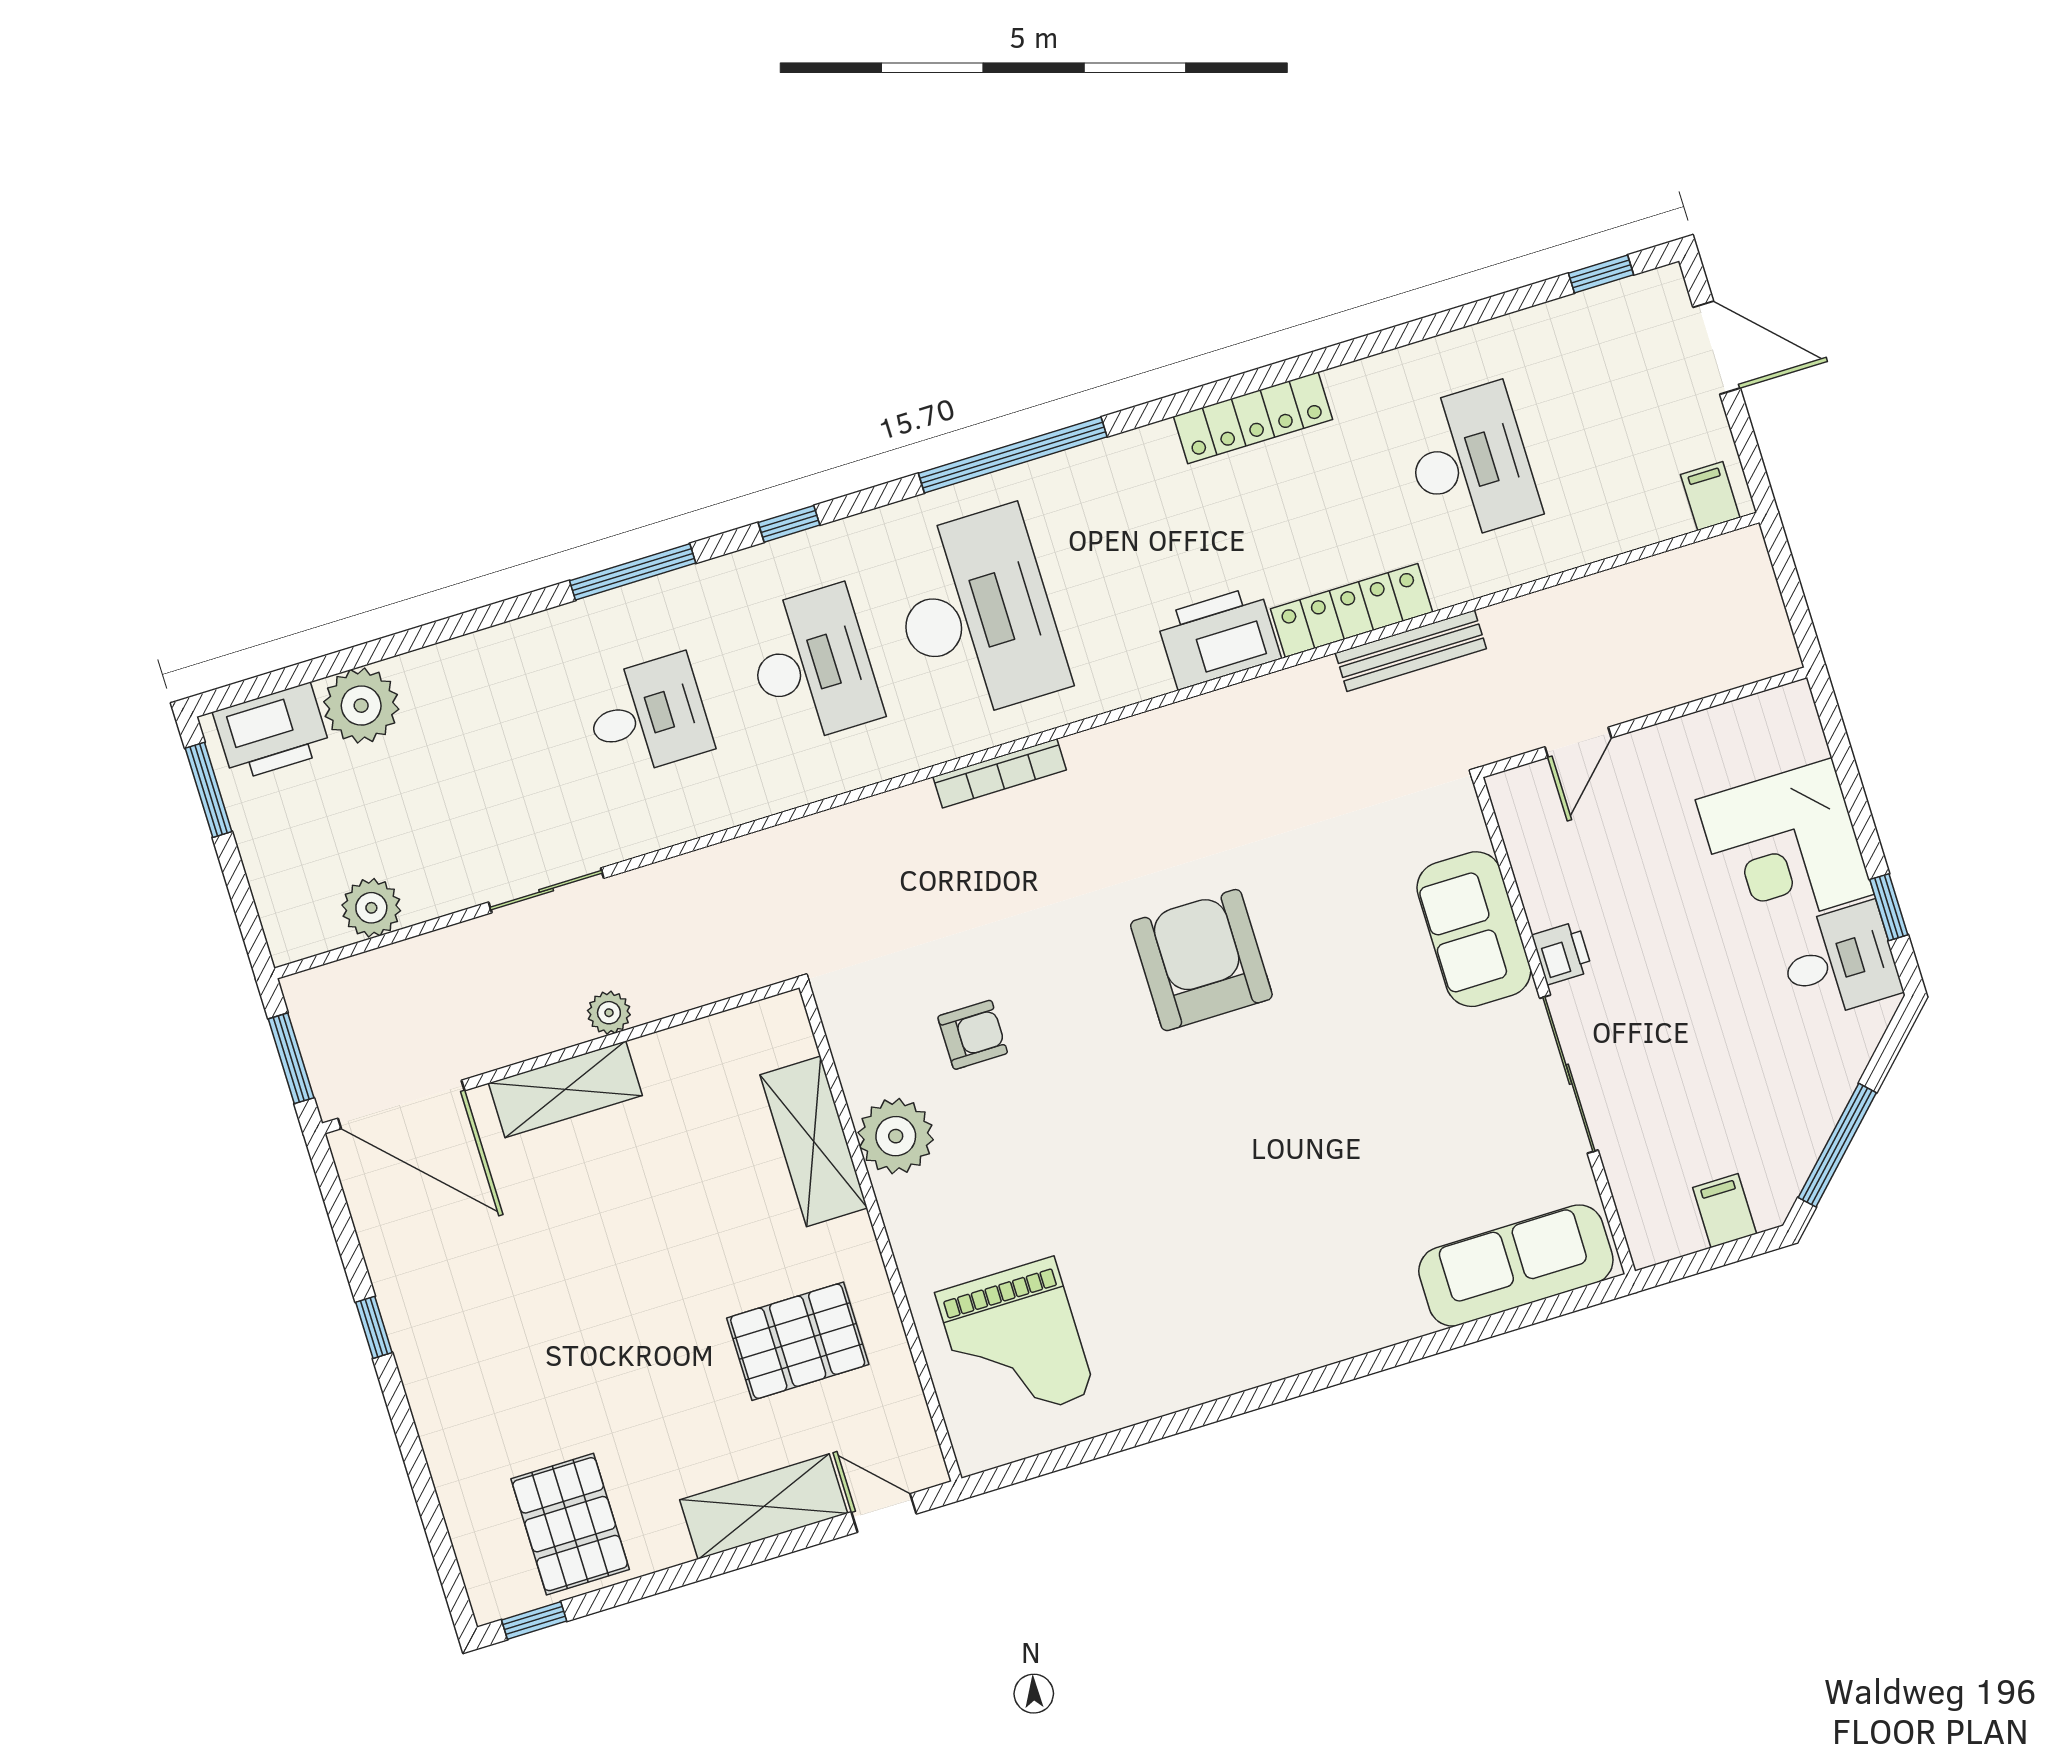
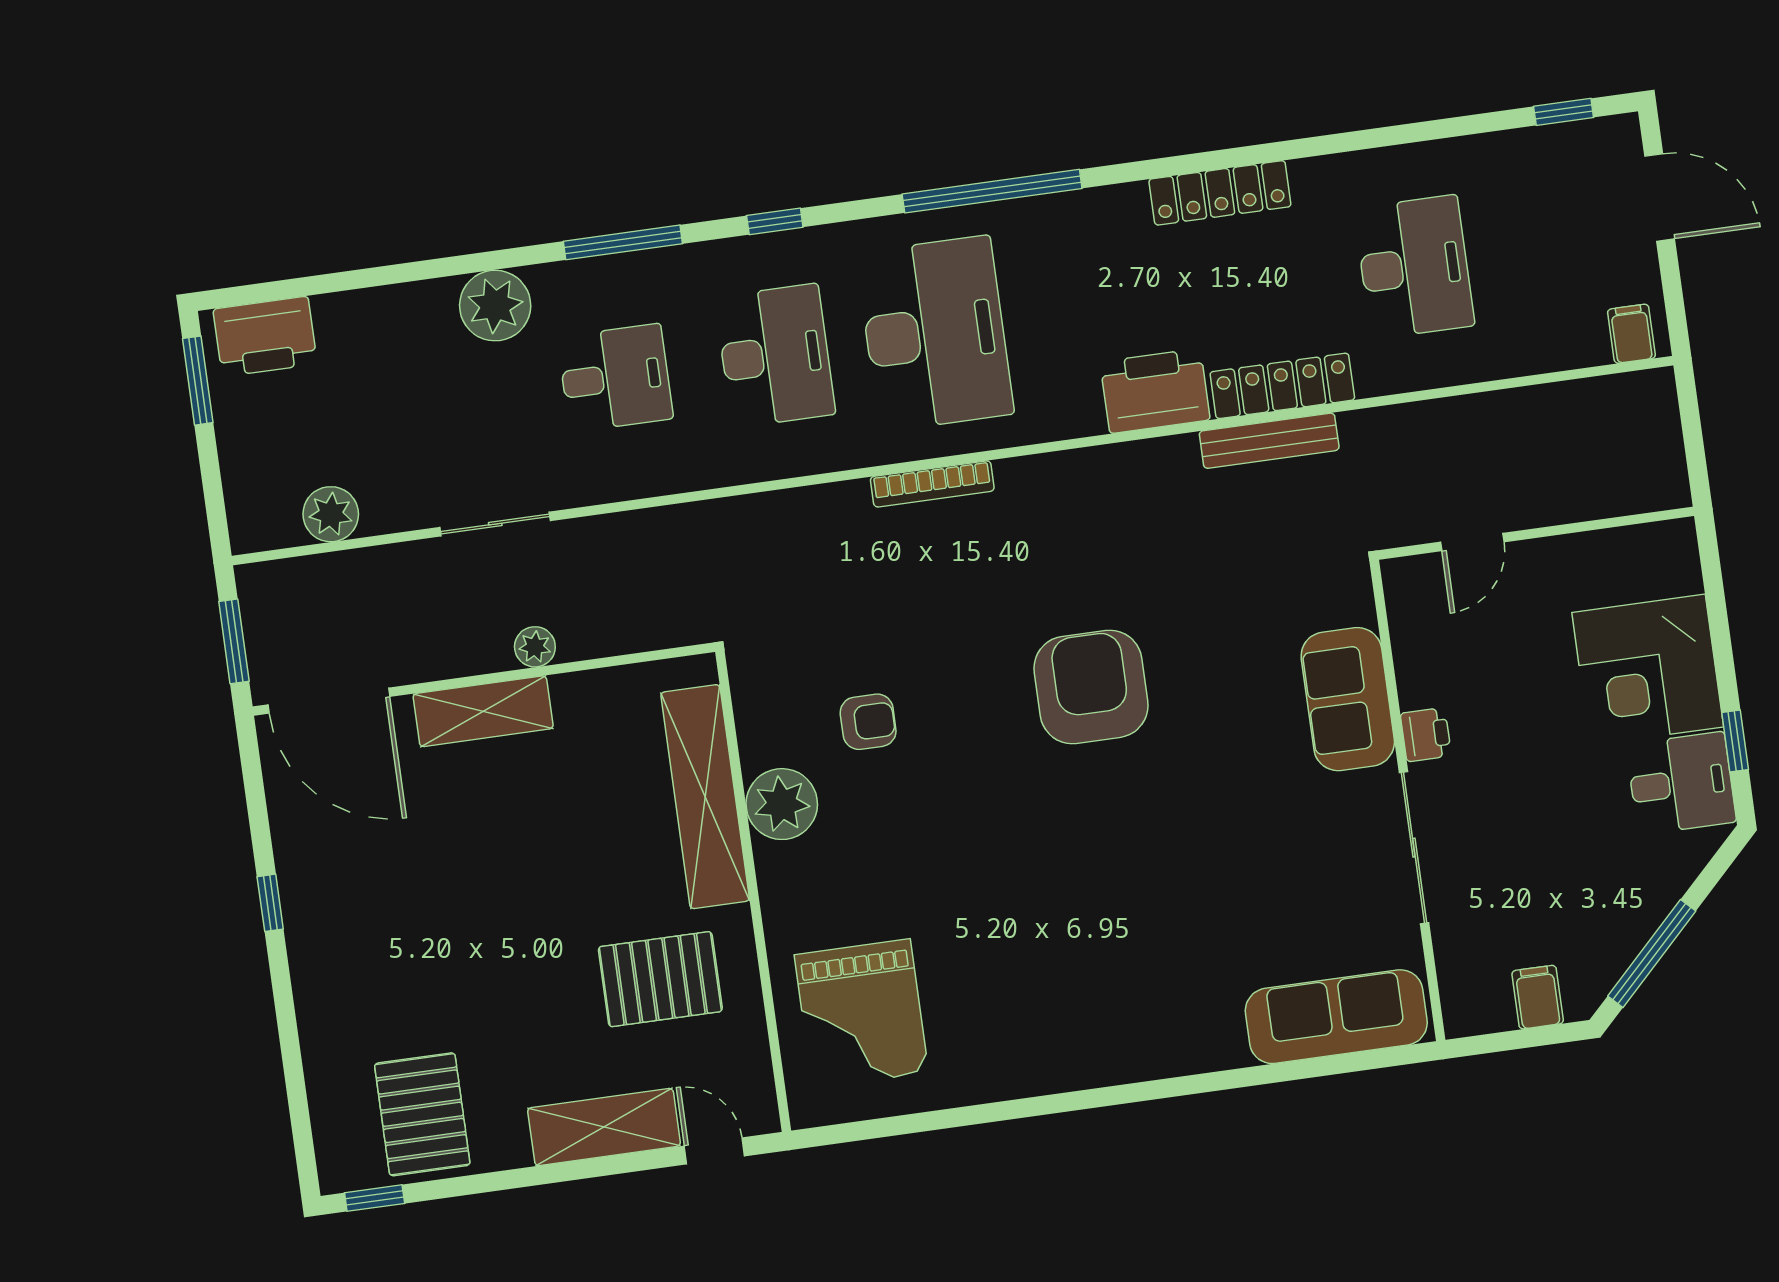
bench: (1411, 651) -> (1269, 441), moved
plant: (361, 706) -> (495, 306), moved
shelving: (814, 1141) -> (705, 797), width x1.47

